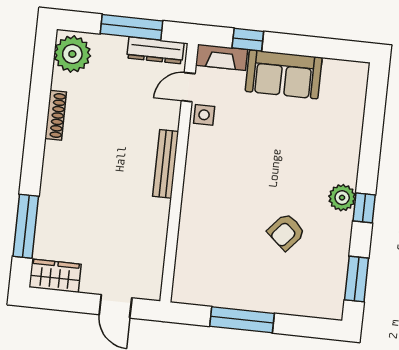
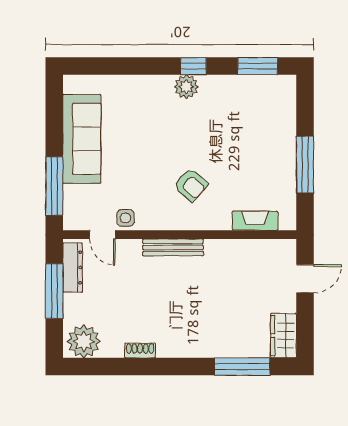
window: (248, 40) -> (54, 186), width x2.17
fireplace: (222, 57) -> (255, 221), moved, turned -90
sofa: (284, 74) -> (82, 139), width x1.36
shoe rack: (56, 115) -> (140, 350), width x0.70
armchair: (286, 232) -> (191, 185), moved

